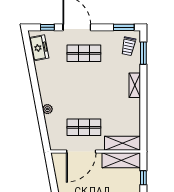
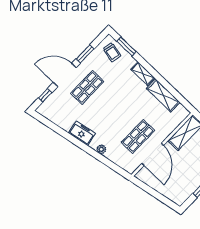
window: (124, 27) -> (85, 54), moved
freezer: (39, 48) -> (82, 133), moved
shelving: (122, 143) -> (163, 95), moved, turned 90

